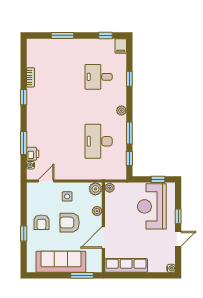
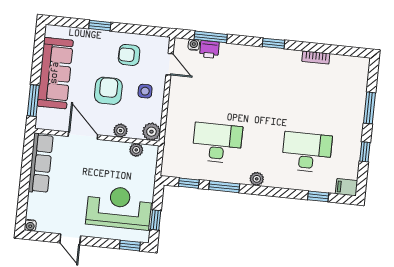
window: (105, 35) -> (365, 152), moved
desk: (99, 77) -> (307, 152), width x1.37
window: (129, 79) -> (318, 196), moved
window: (24, 97) -> (273, 43), moved
window: (24, 143) -> (211, 37), moved
plant: (110, 188) -> (136, 150), moved
window: (178, 216) -> (130, 246), moved
armchair: (41, 222) -> (129, 55), moved

